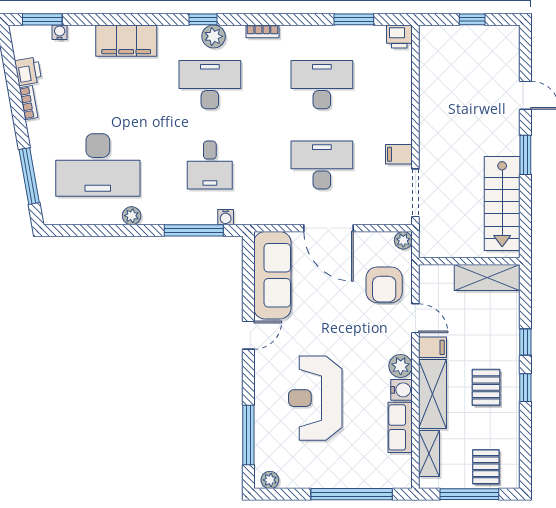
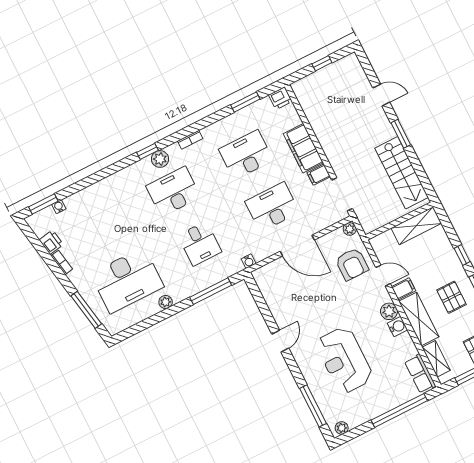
filing cabinet: (126, 41) -> (303, 148), moved, turned 90
water cooler: (226, 217) -> (249, 261), moved
sofa: (272, 275) -> (276, 294), removed
row of seats: (400, 427) -> (420, 374), moved

